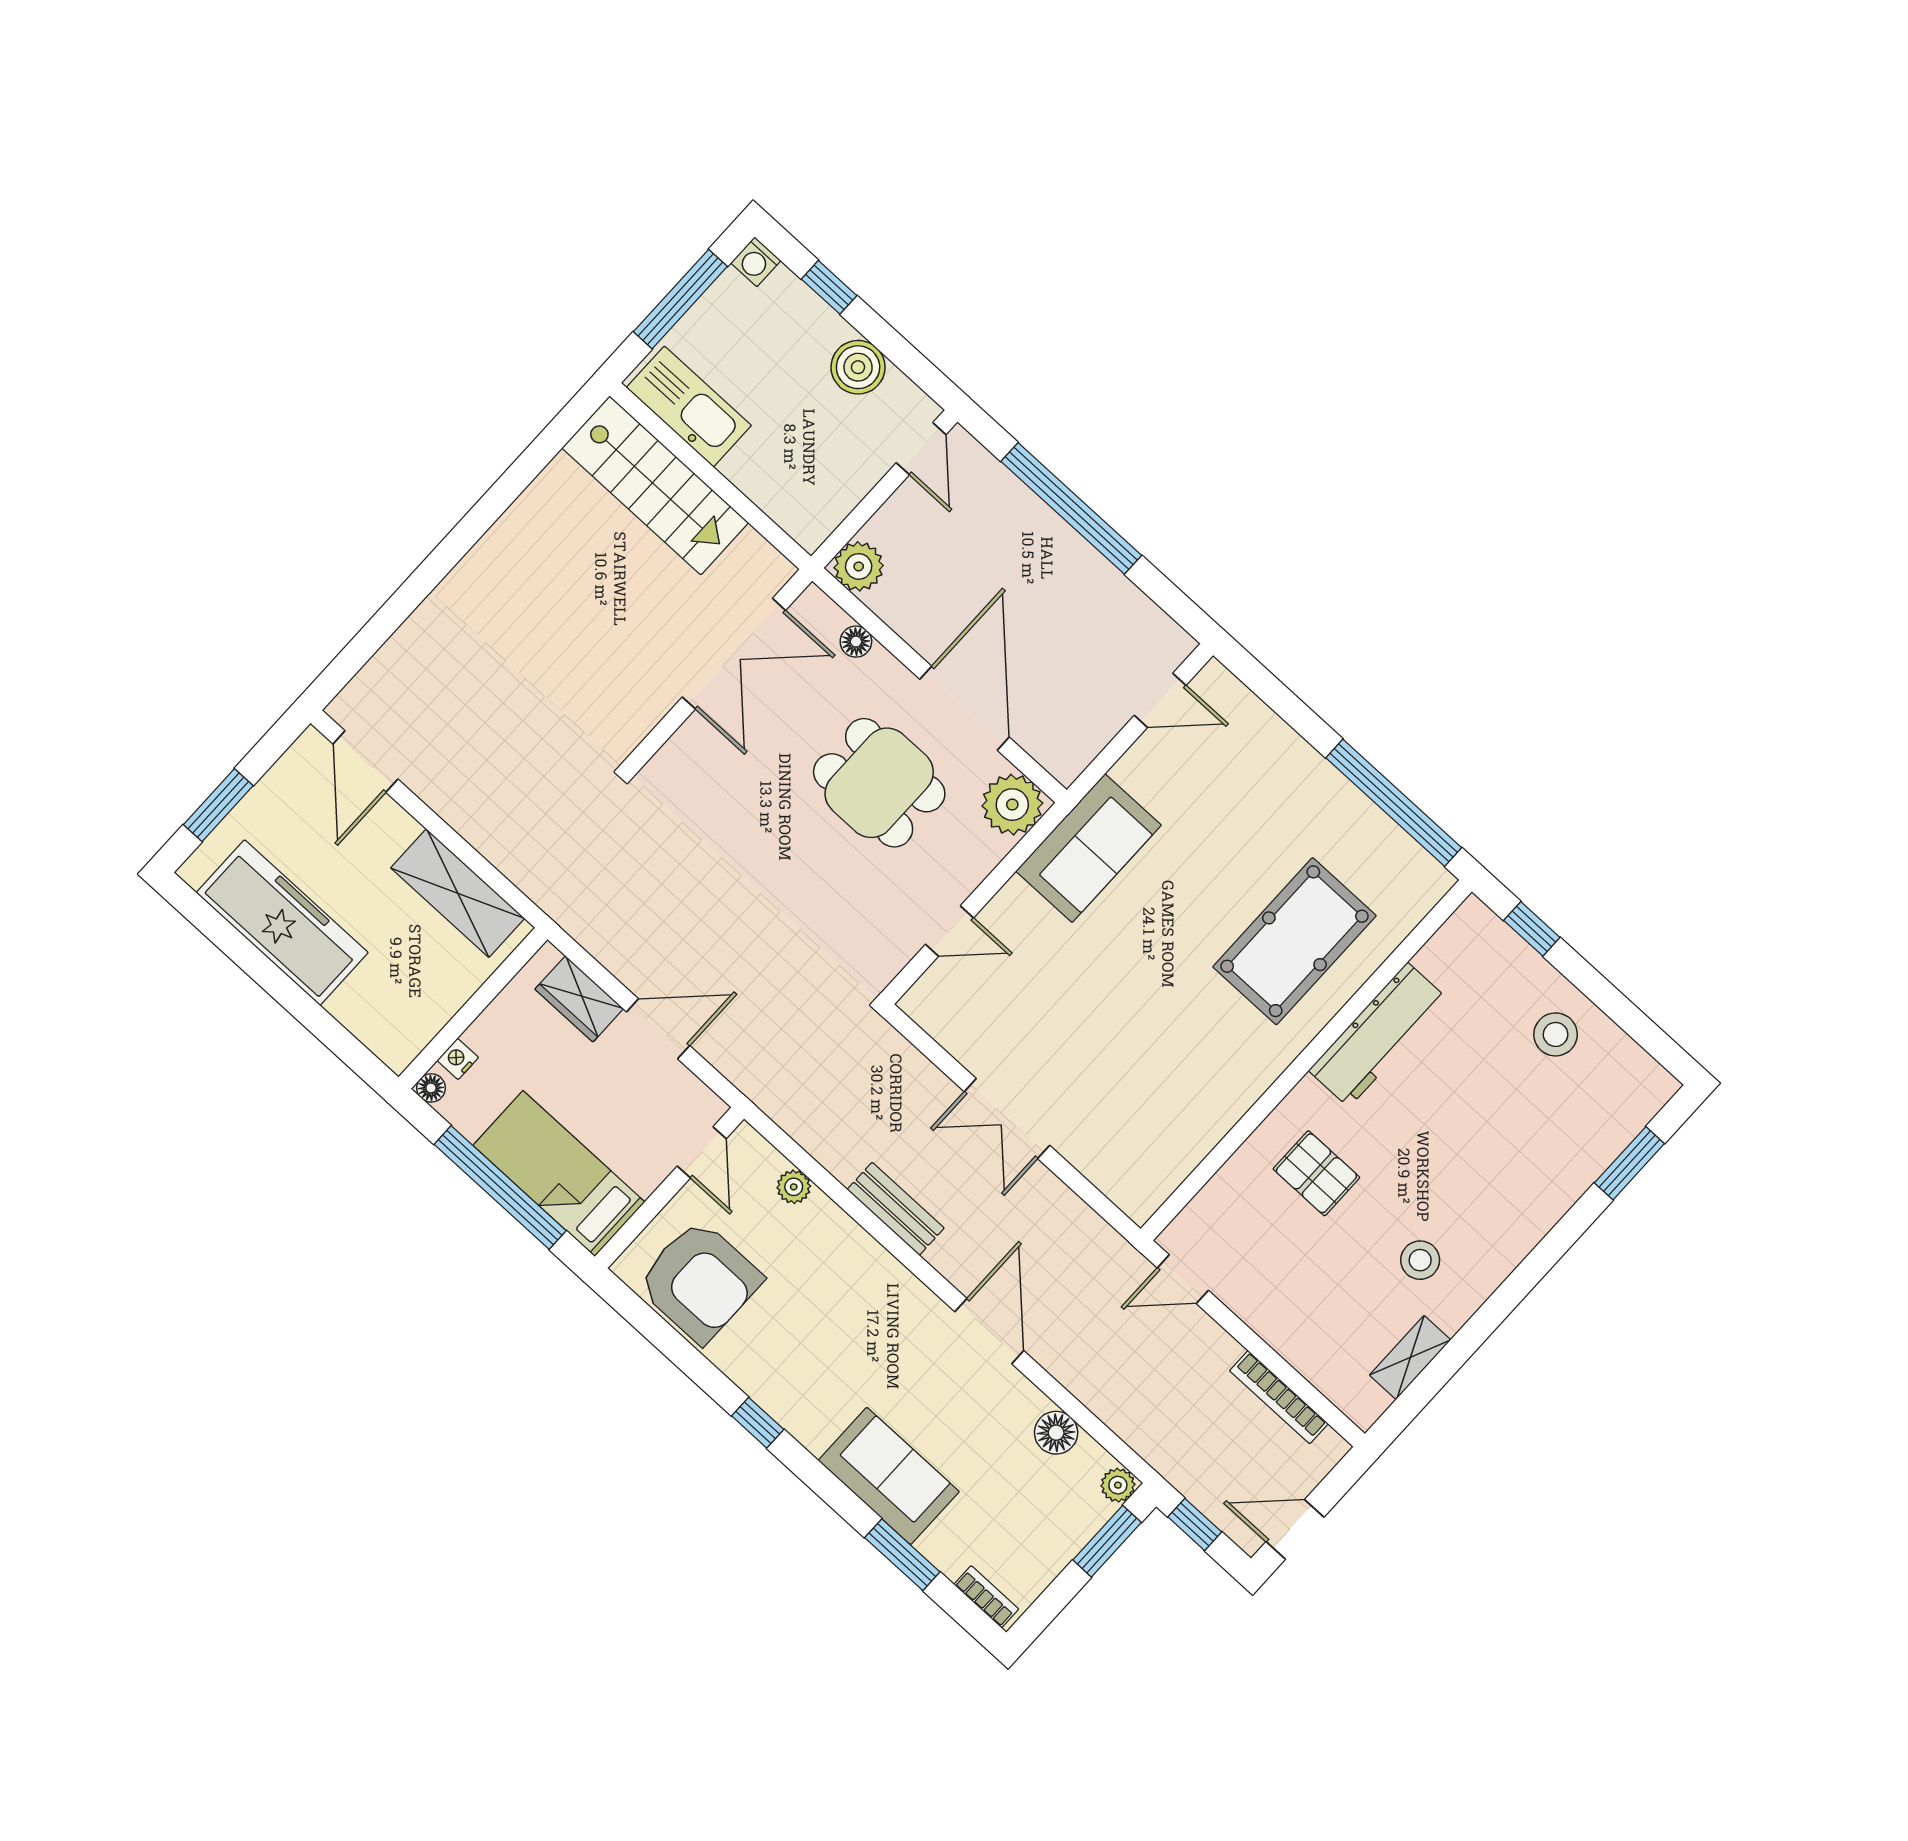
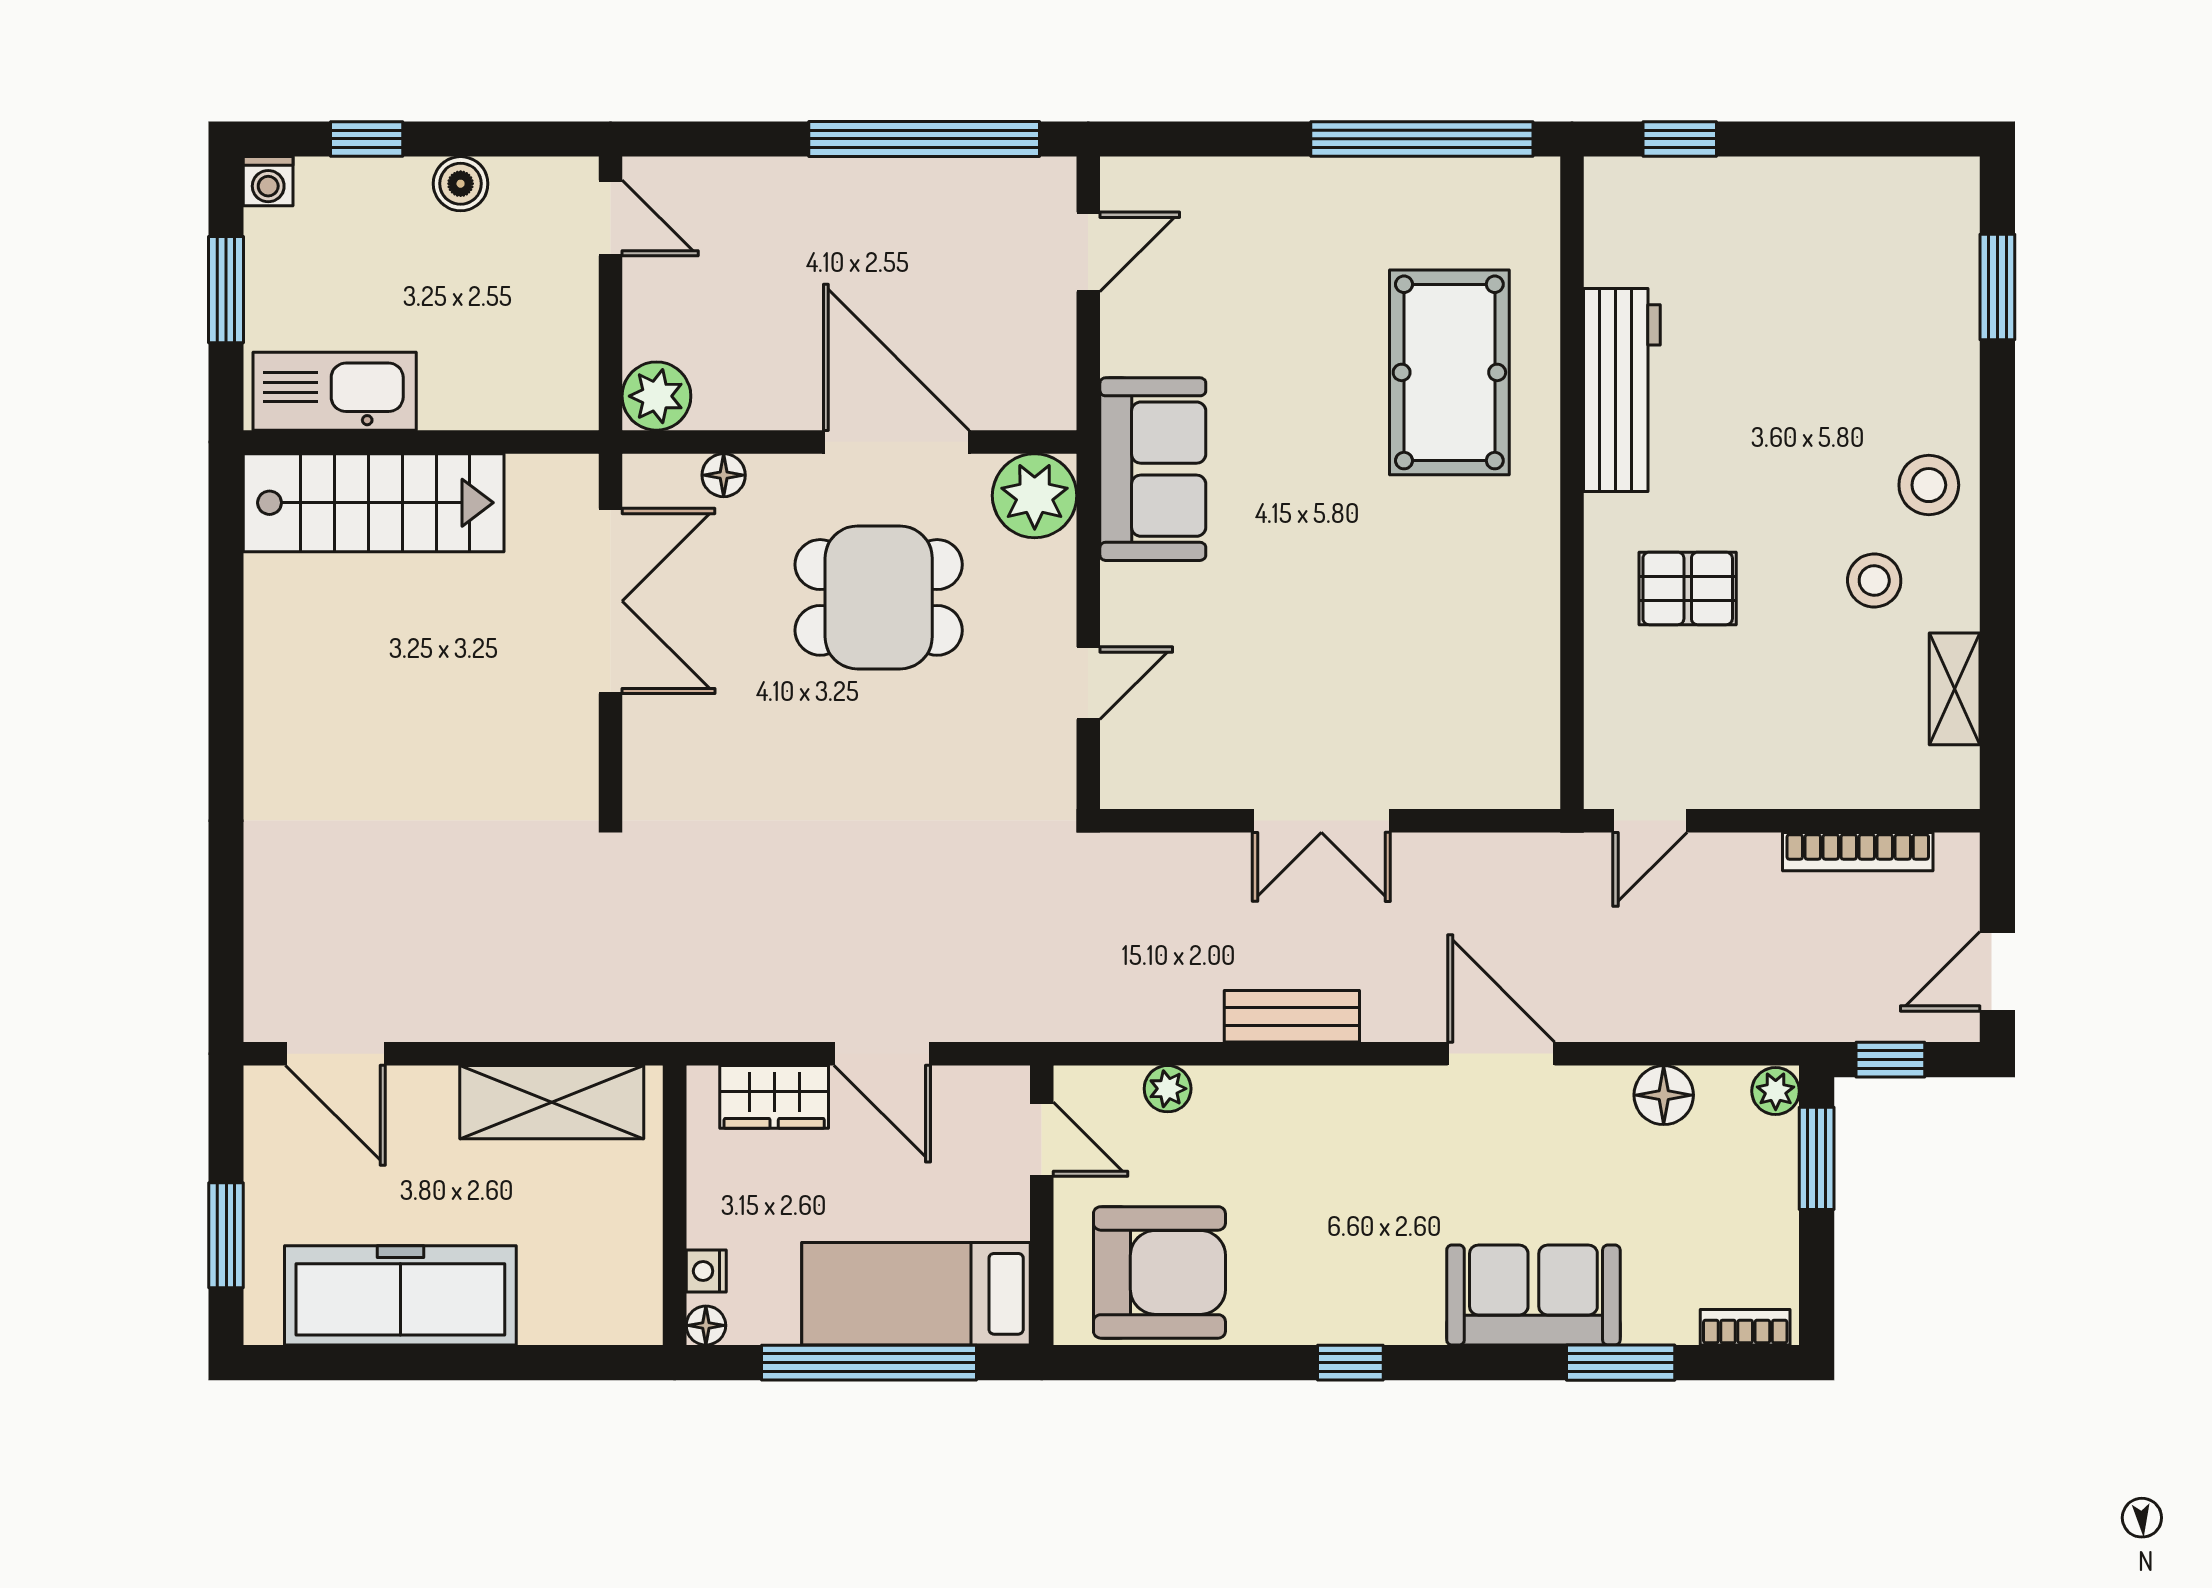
window: (680, 299) -> (226, 290), width x0.69
boiler: (858, 367) -> (461, 184), width x0.73, depth x0.73
window: (1071, 508) -> (924, 139), moved
door: (658, 1029) -> (882, 1054), swing flipped
stool: (1556, 1034) -> (1929, 485), moved

